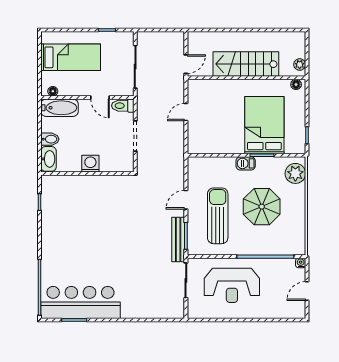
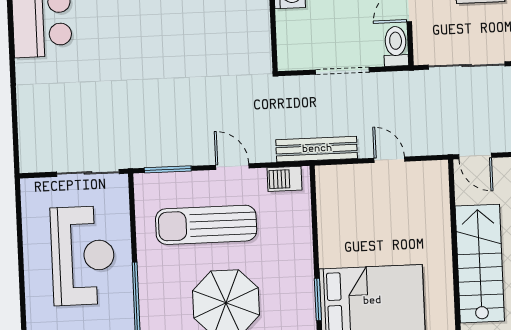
barbecue: (246, 163) -> (285, 179), moved, turned -90
sun lounger: (218, 216) -> (206, 225), turned 180
bench: (178, 239) -> (317, 149), moved
reception desk: (232, 285) -> (83, 256), turned 180

